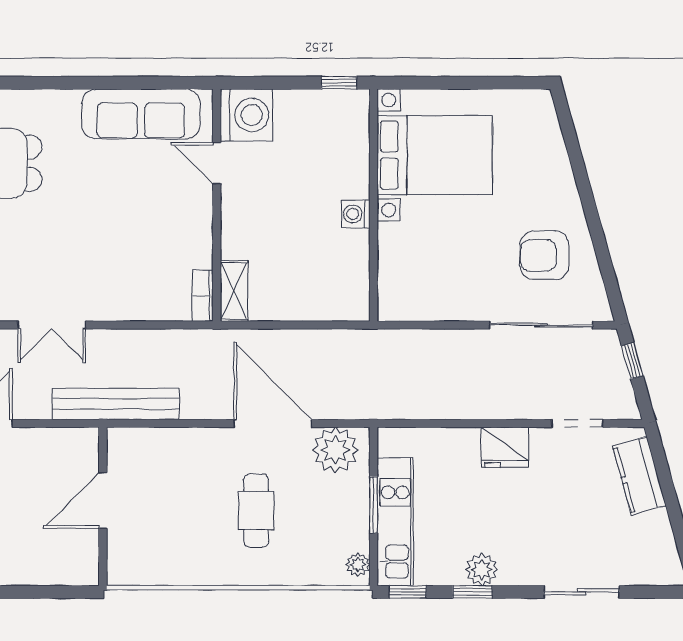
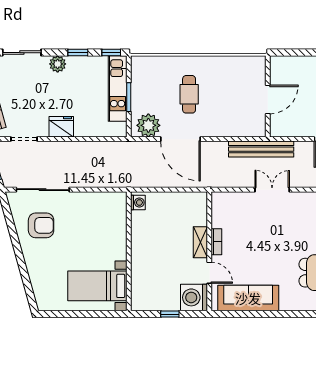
window: (339, 83) -> (170, 314), moved
bed with nightstands: (435, 155) -> (97, 286), width x0.73
washing machine: (356, 214) -> (138, 203), moved
shelving: (234, 291) -> (200, 242), moved
bookcase: (203, 296) -> (216, 242), moved
double door: (52, 325) -> (272, 190), moved
plant: (358, 565) -> (137, 67), removed
plant: (482, 570) -> (58, 64), moved

